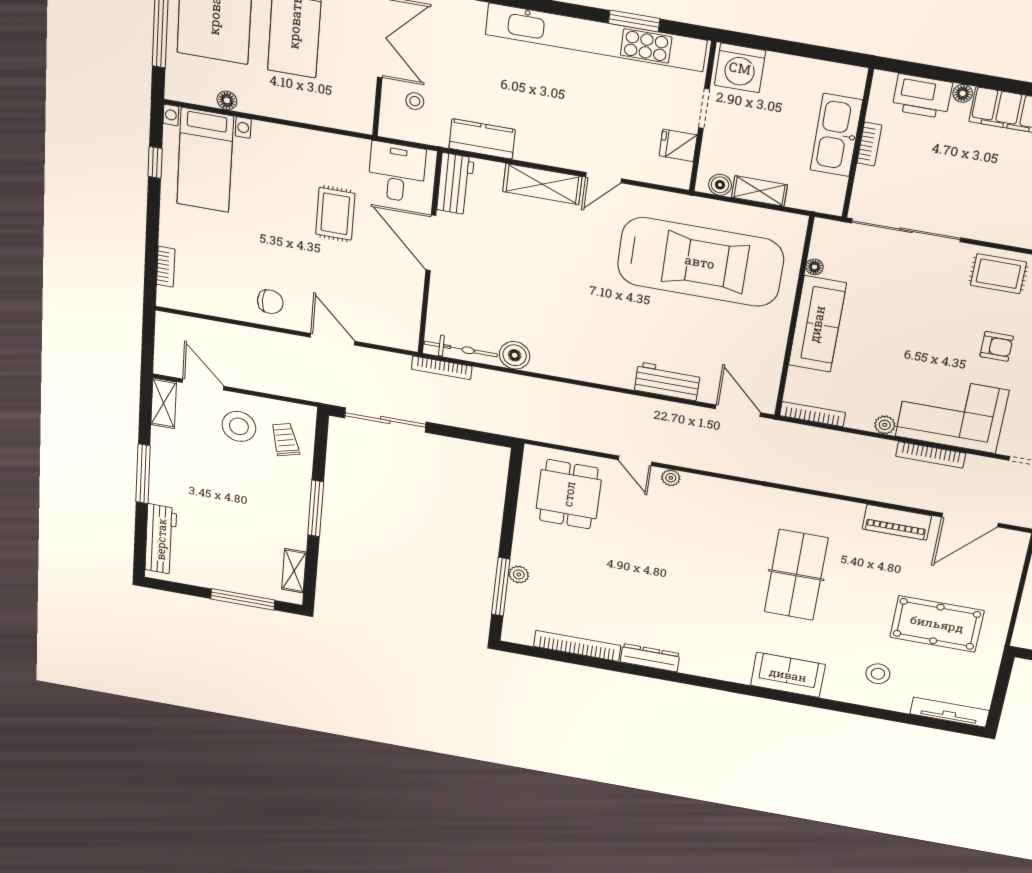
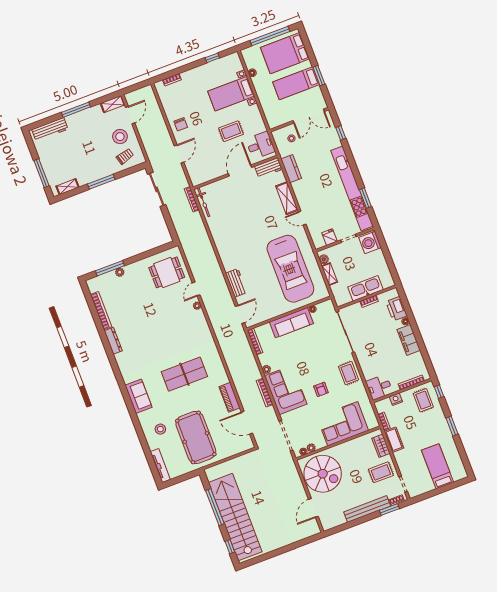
bed with nightstands: (205, 160) -> (231, 94), moved
boiler: (515, 355) -> (213, 223), removed
pool table: (937, 624) -> (196, 437), width x1.36, depth x1.32

